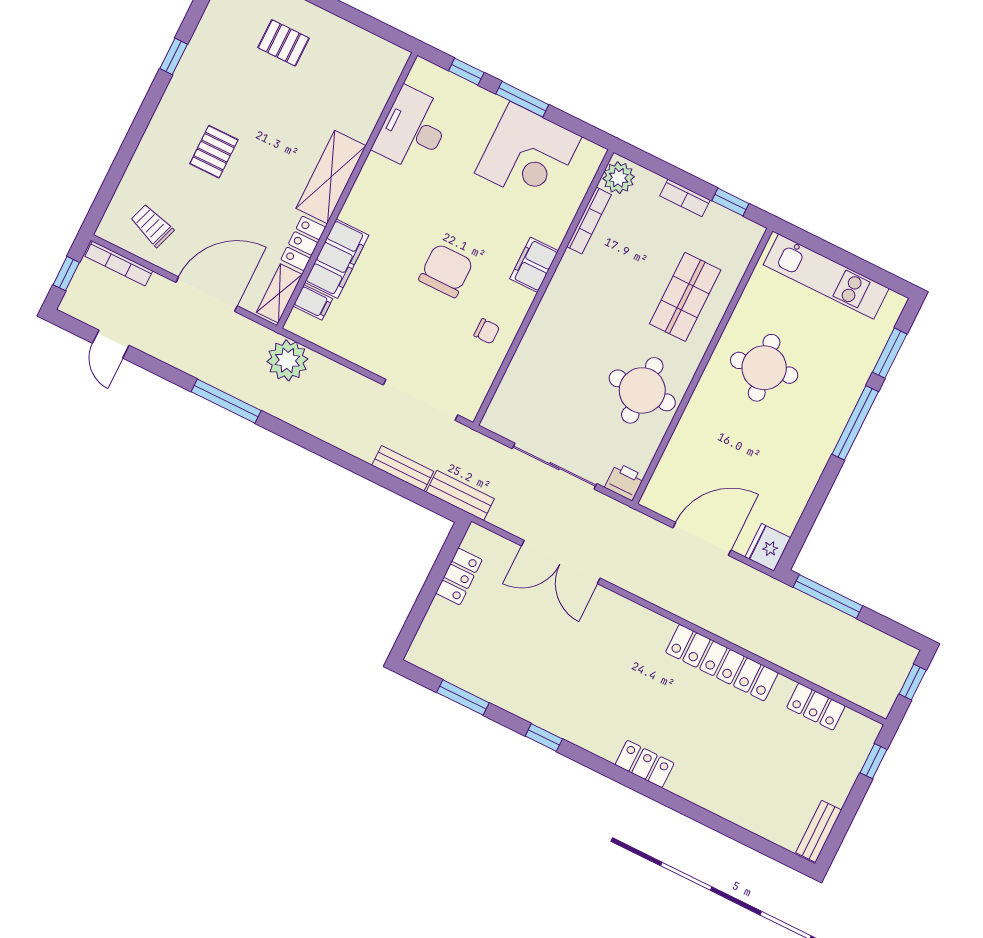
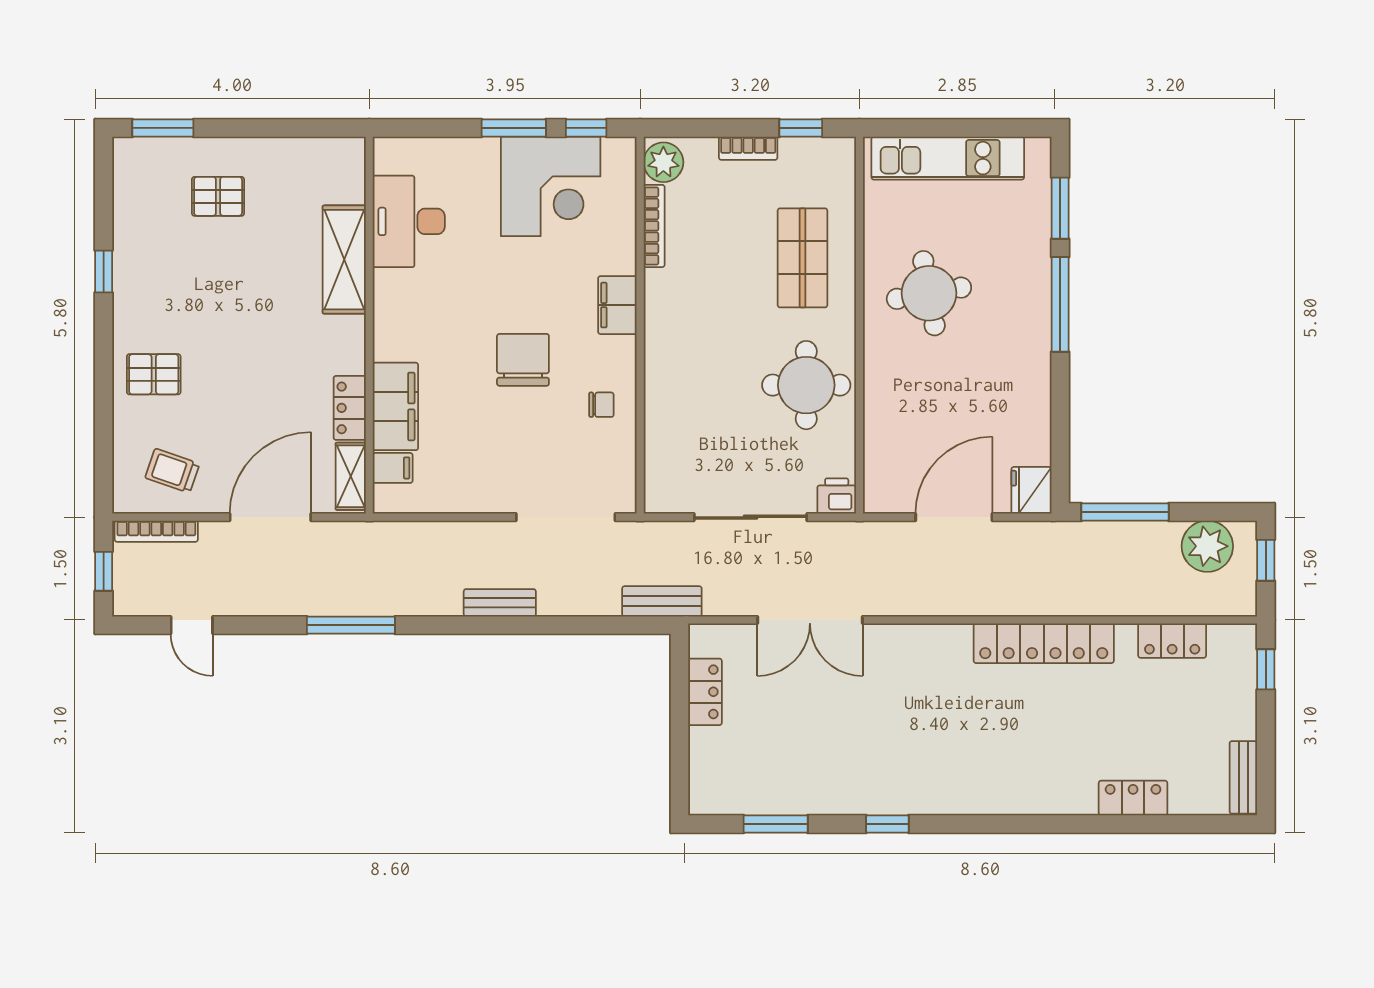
window: (466, 72) -> (586, 128), moved
pallet: (214, 152) -> (154, 374), moved, turned 90
shelving: (331, 177) -> (344, 260), moved
plant: (287, 360) -> (1207, 546), moved
bench: (403, 468) -> (500, 603), moved
locker: (645, 764) -> (1133, 798), moved

